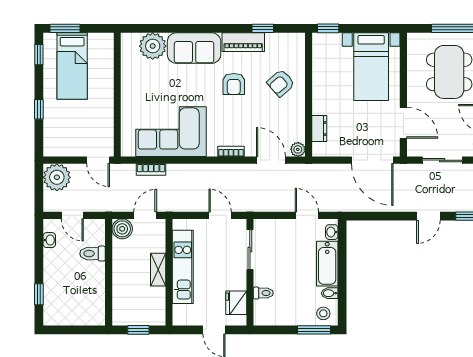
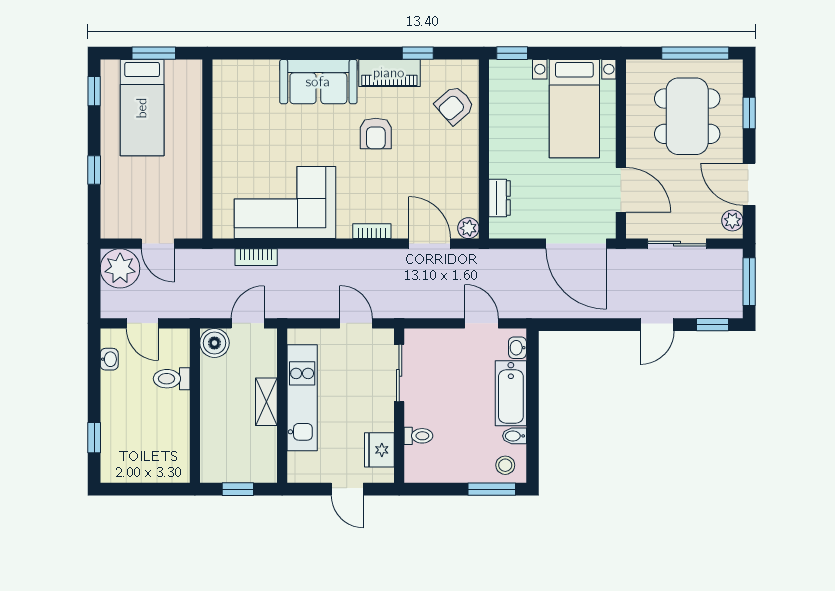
window: (65, 28) -> (154, 53), moved
plant: (153, 46) -> (259, 79), removed
armchair: (281, 83) -> (455, 105), moved
door: (98, 160) -> (158, 244), moved

